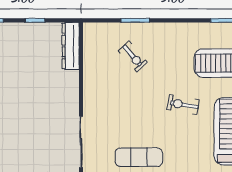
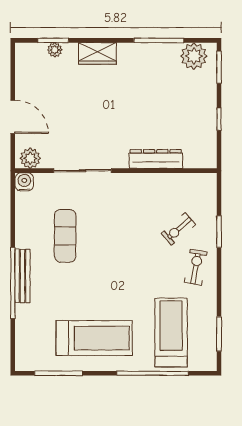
dresser: (71, 46) -> (156, 159), moved
exercise bike: (183, 105) -> (196, 267), moved

